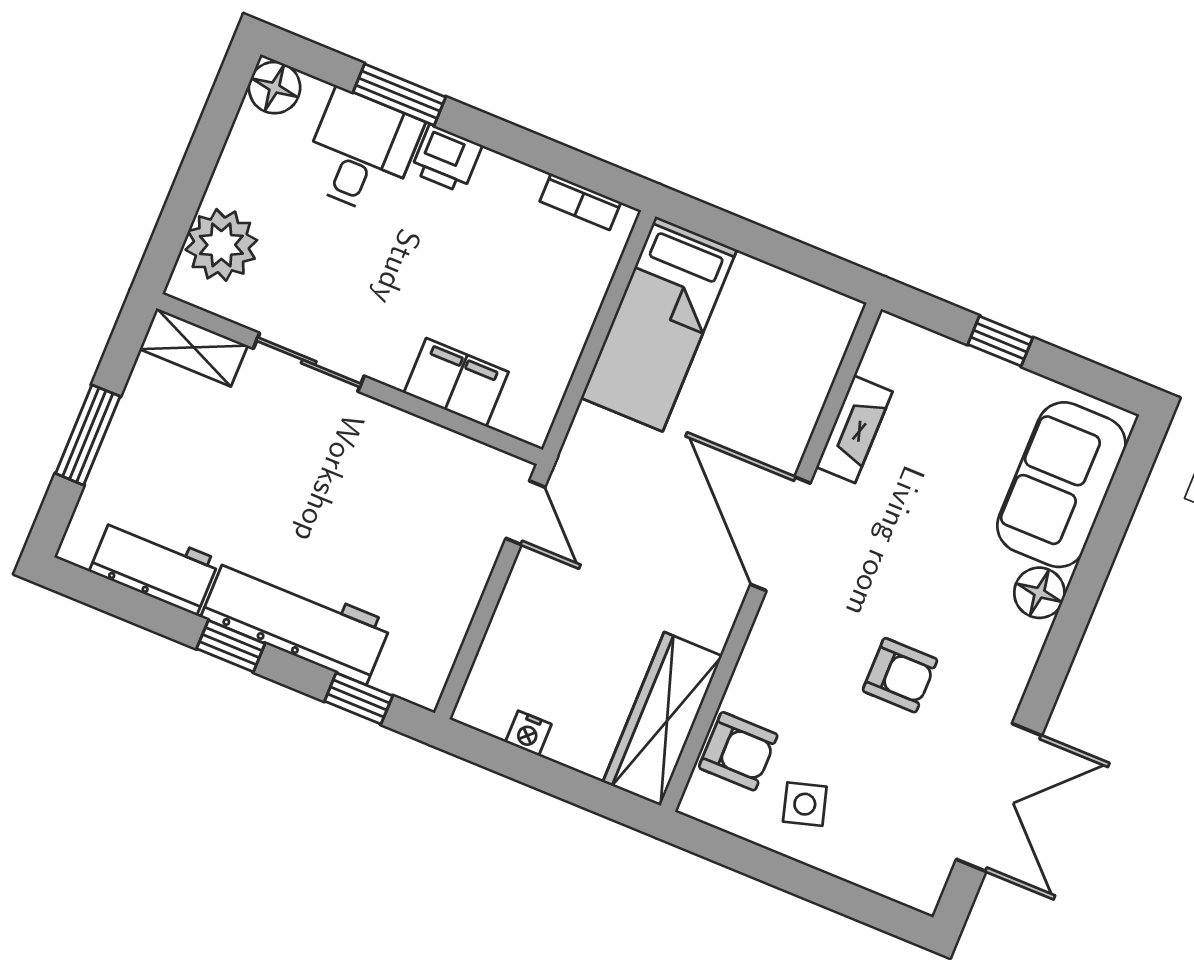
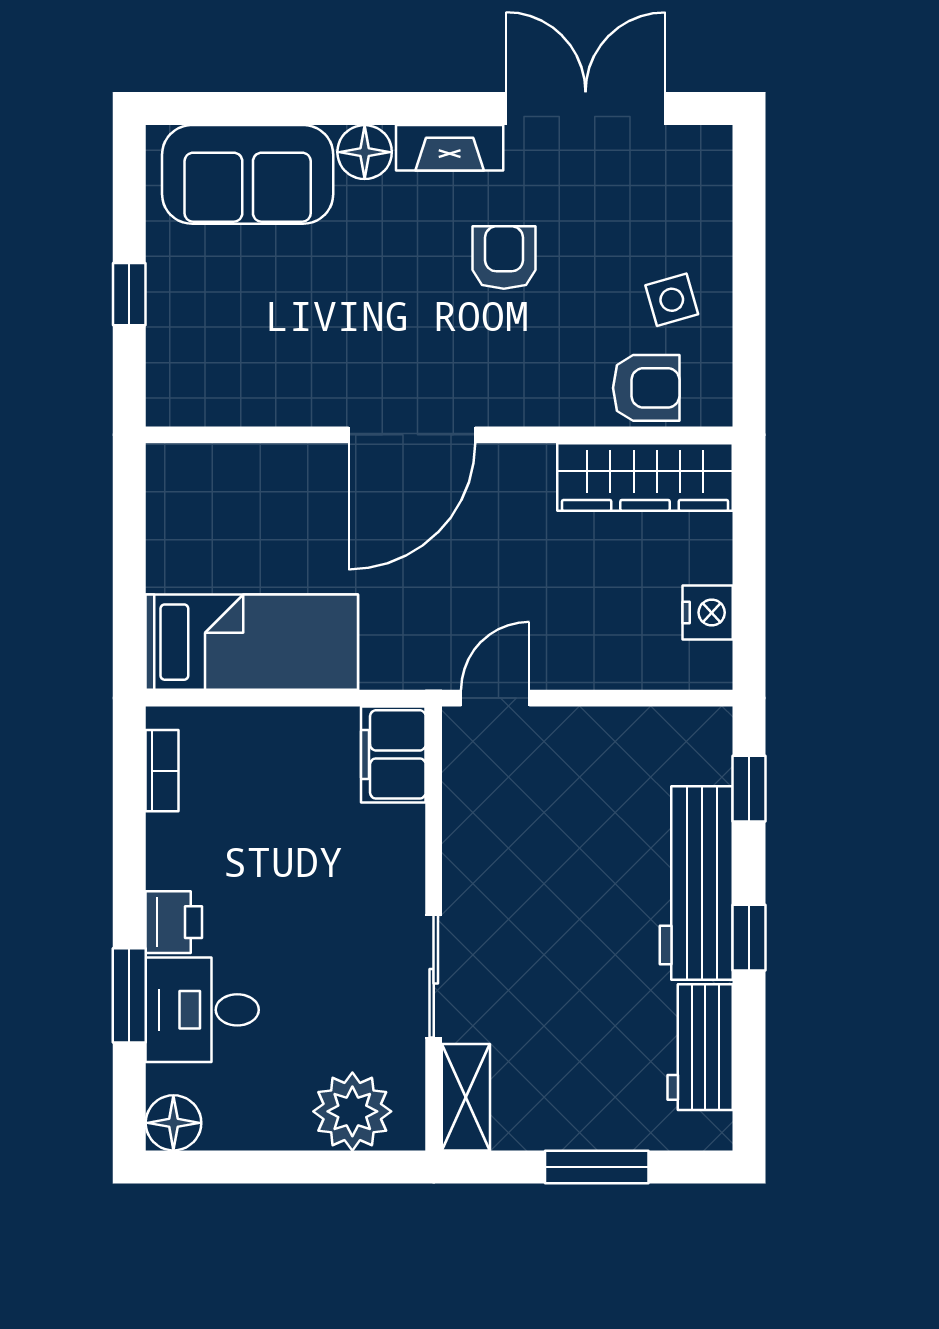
filing cabinet: (456, 382) -> (393, 754), moved
fireplace: (854, 429) -> (450, 148), moved, turned 180
nightstand: (528, 733) -> (708, 613), width x1.39, depth x1.35
armchair: (738, 751) -> (646, 388), turned 90

